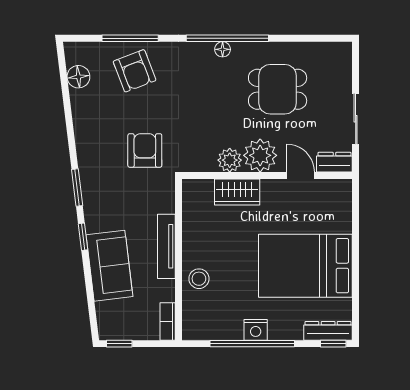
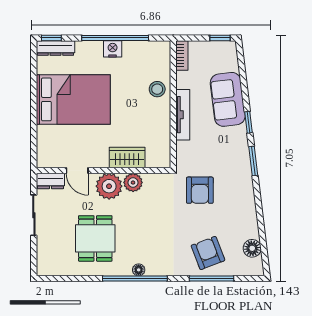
dining table: (278, 89) -> (95, 238), turned 90

